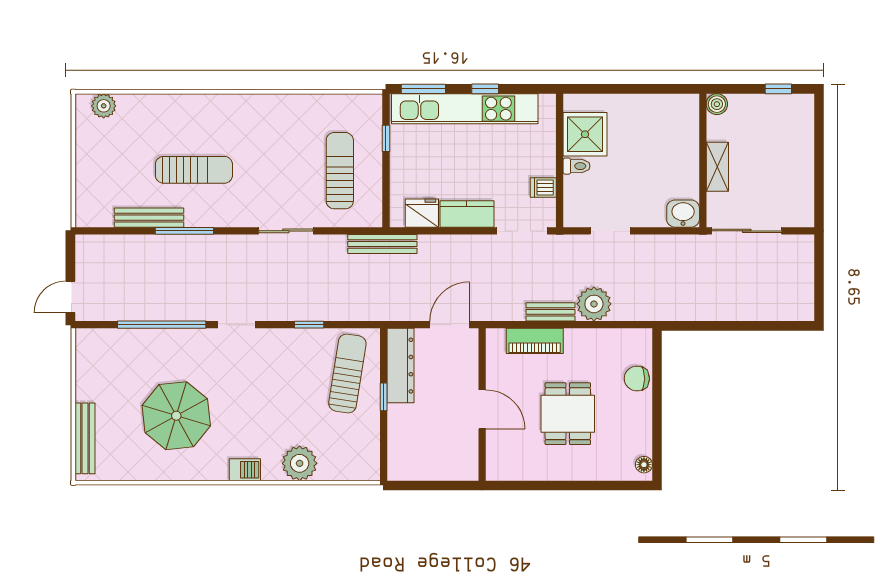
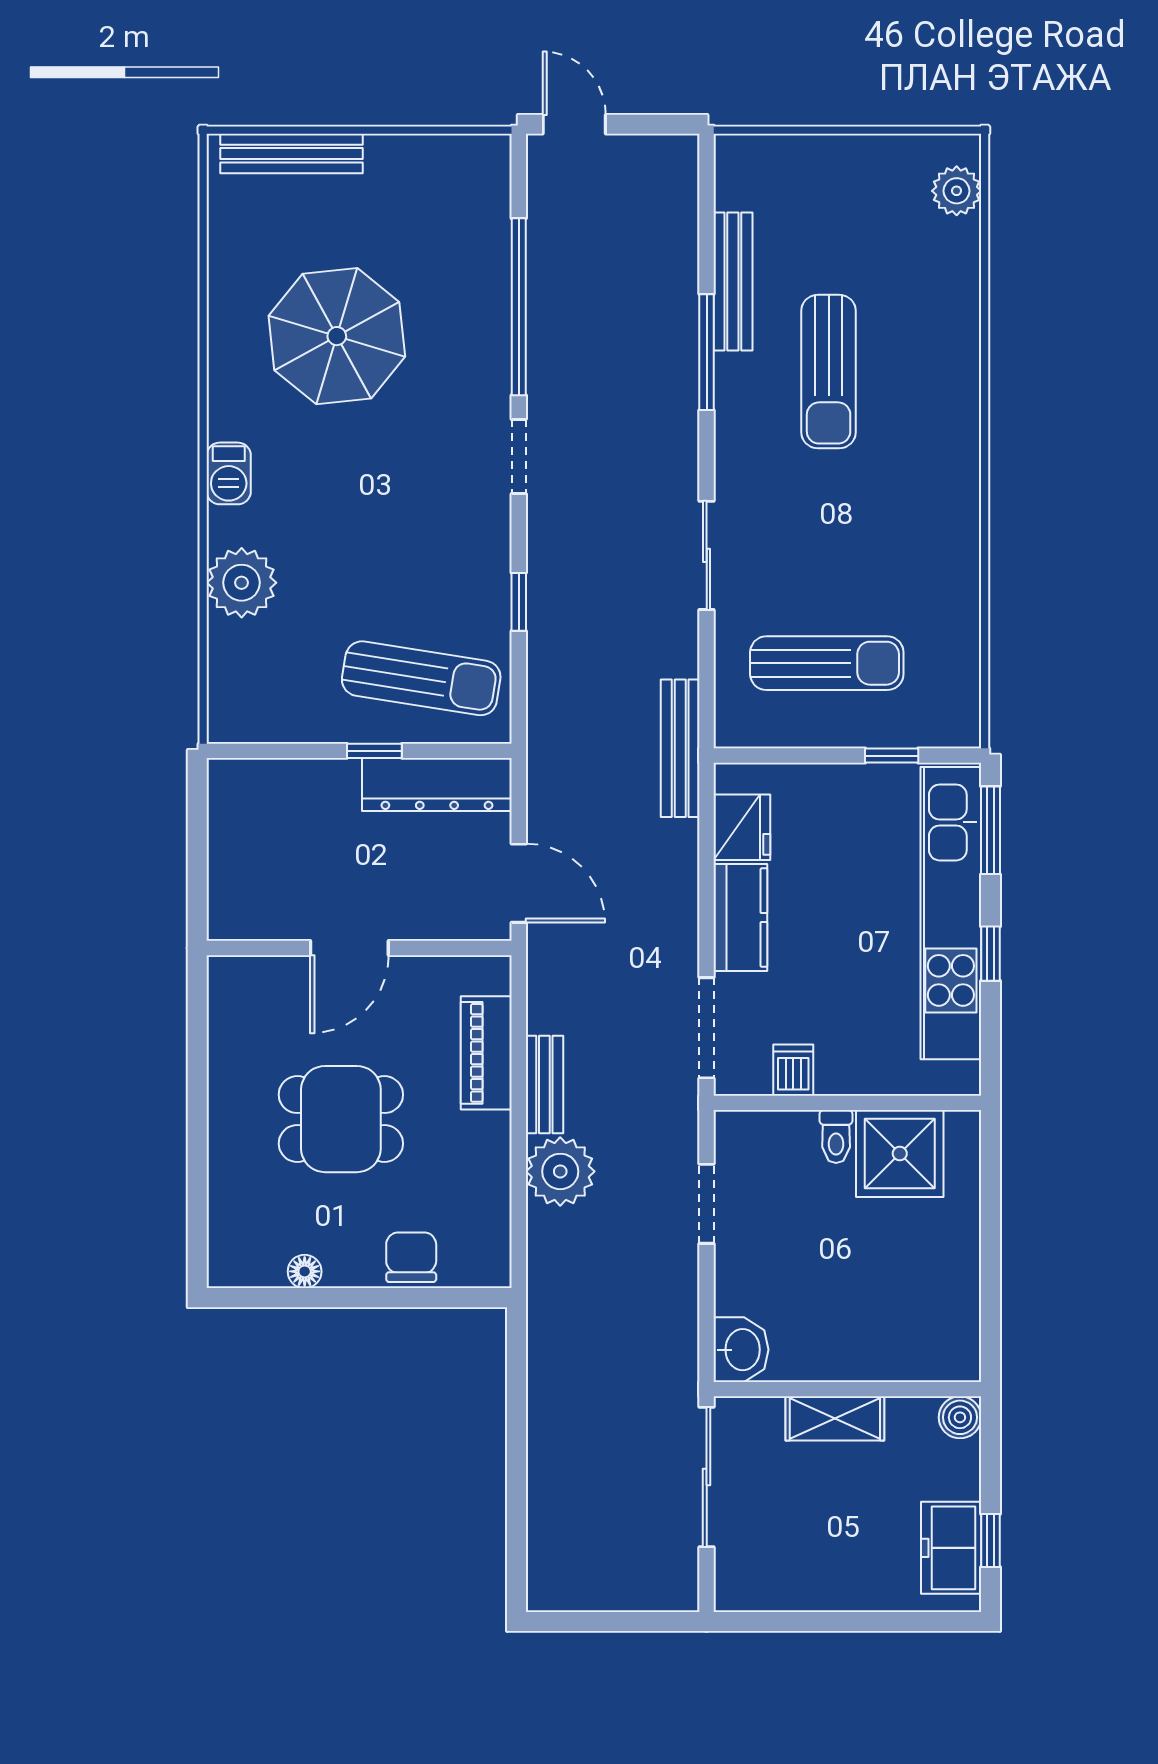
freezer: (782, 109) -> (951, 1548), added
floor lamp: (644, 465) -> (305, 1271), moved

